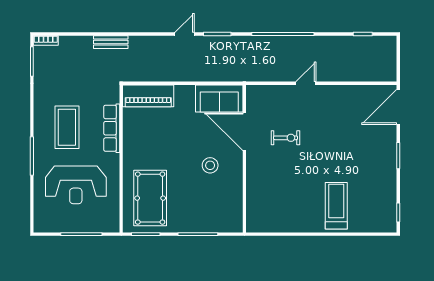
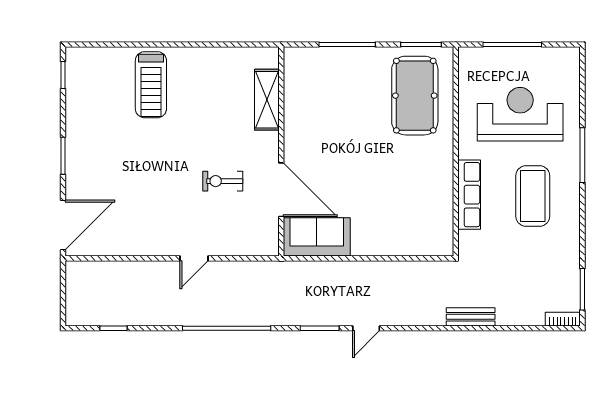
piano: (148, 96) -> (417, 240), removed
stool: (210, 165) -> (330, 142), removed
shelving: (254, 195) -> (267, 100), added

